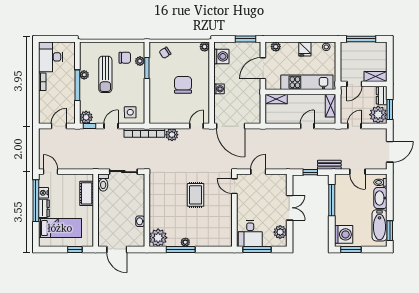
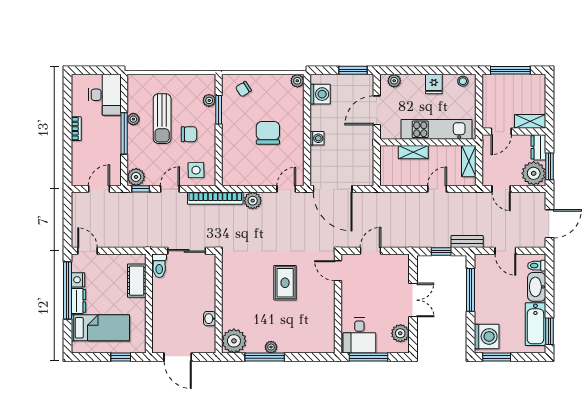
desk: (51, 57) -> (105, 95), moved, turned 180
chair: (125, 58) -> (189, 134), moved
shelving: (276, 99) -> (413, 152), moved
door: (354, 126) -> (501, 189), swing flipped

